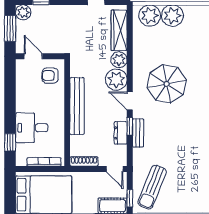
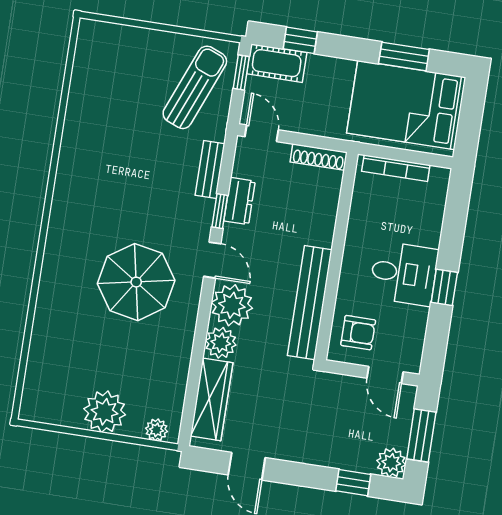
plant: (150, 16) -> (157, 430), width x0.53, depth x0.53
bench: (77, 106) -> (310, 303), moved
desk: (32, 128) -> (404, 273), moved
bench: (138, 133) -> (210, 169), moved
window: (10, 142) -> (444, 287), moved

